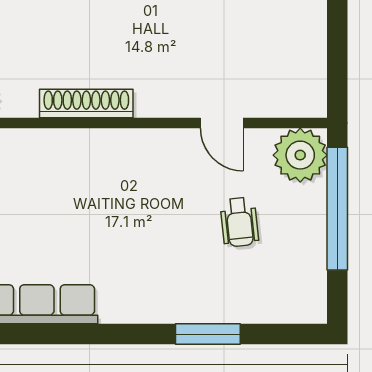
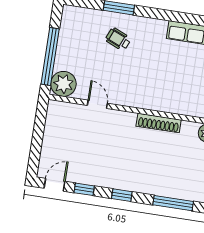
wheelchair: (239, 222) -> (118, 39), moved, turned -61

